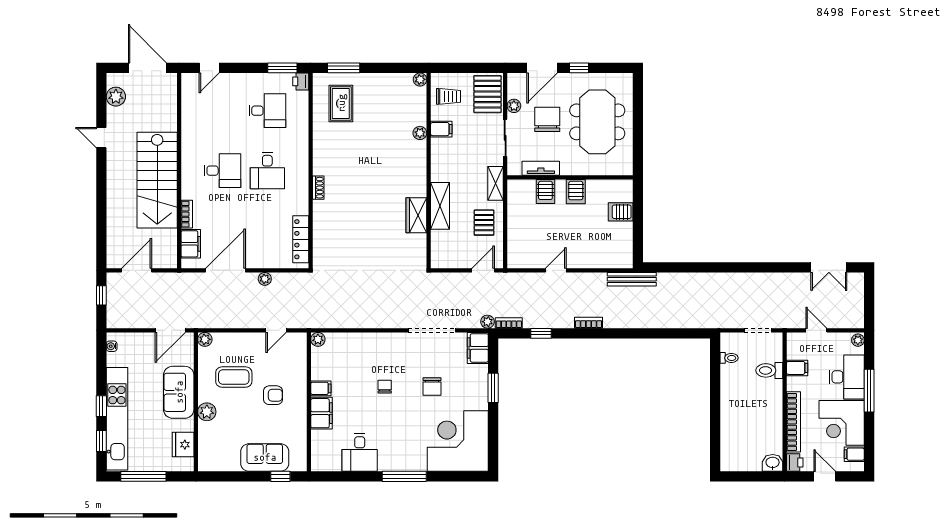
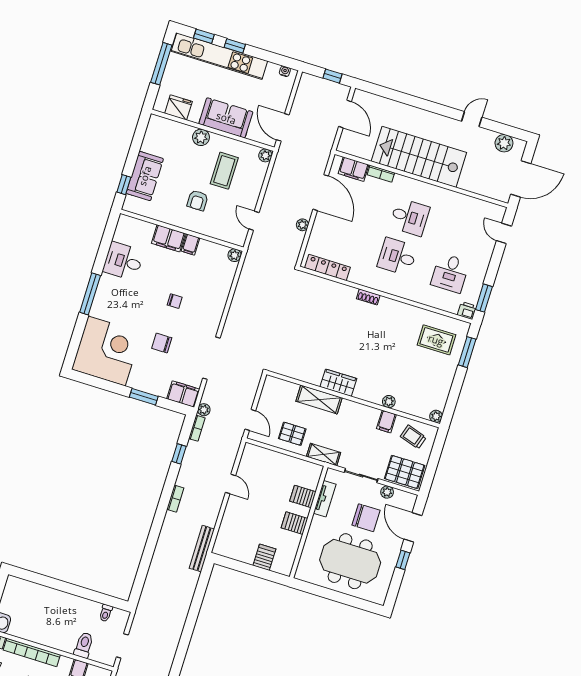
trolley: (449, 96) -> (413, 437), turned 108
desk: (222, 171) -> (410, 217), turned -90
wardrobe: (416, 215) -> (338, 383), moved

